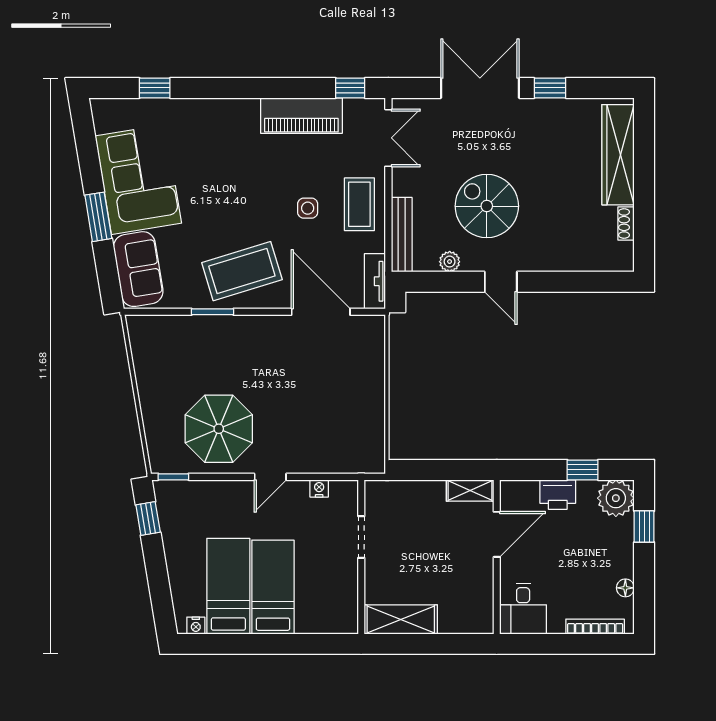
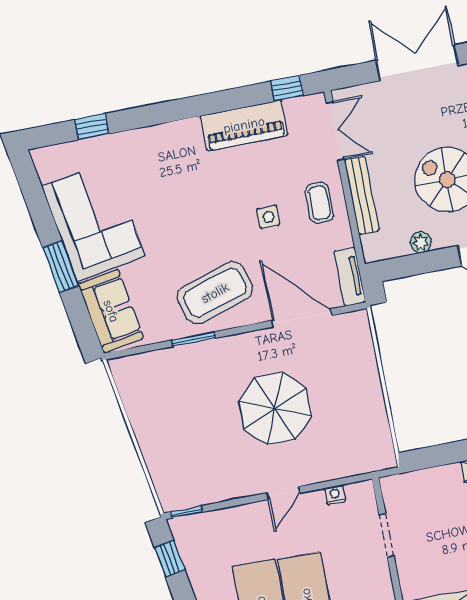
coffee table: (359, 204) -> (319, 203), width x0.73, depth x0.77
bench: (402, 235) -> (362, 195), moved
parasol: (219, 429) -> (275, 409), moved

